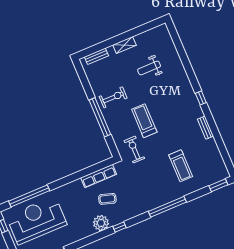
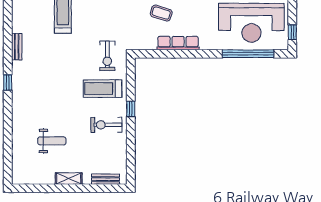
window: (100, 117) -> (131, 109), width x0.32
treadmill: (144, 121) -> (103, 89), moved, turned 90
row of seats: (99, 176) -> (178, 43), moved

